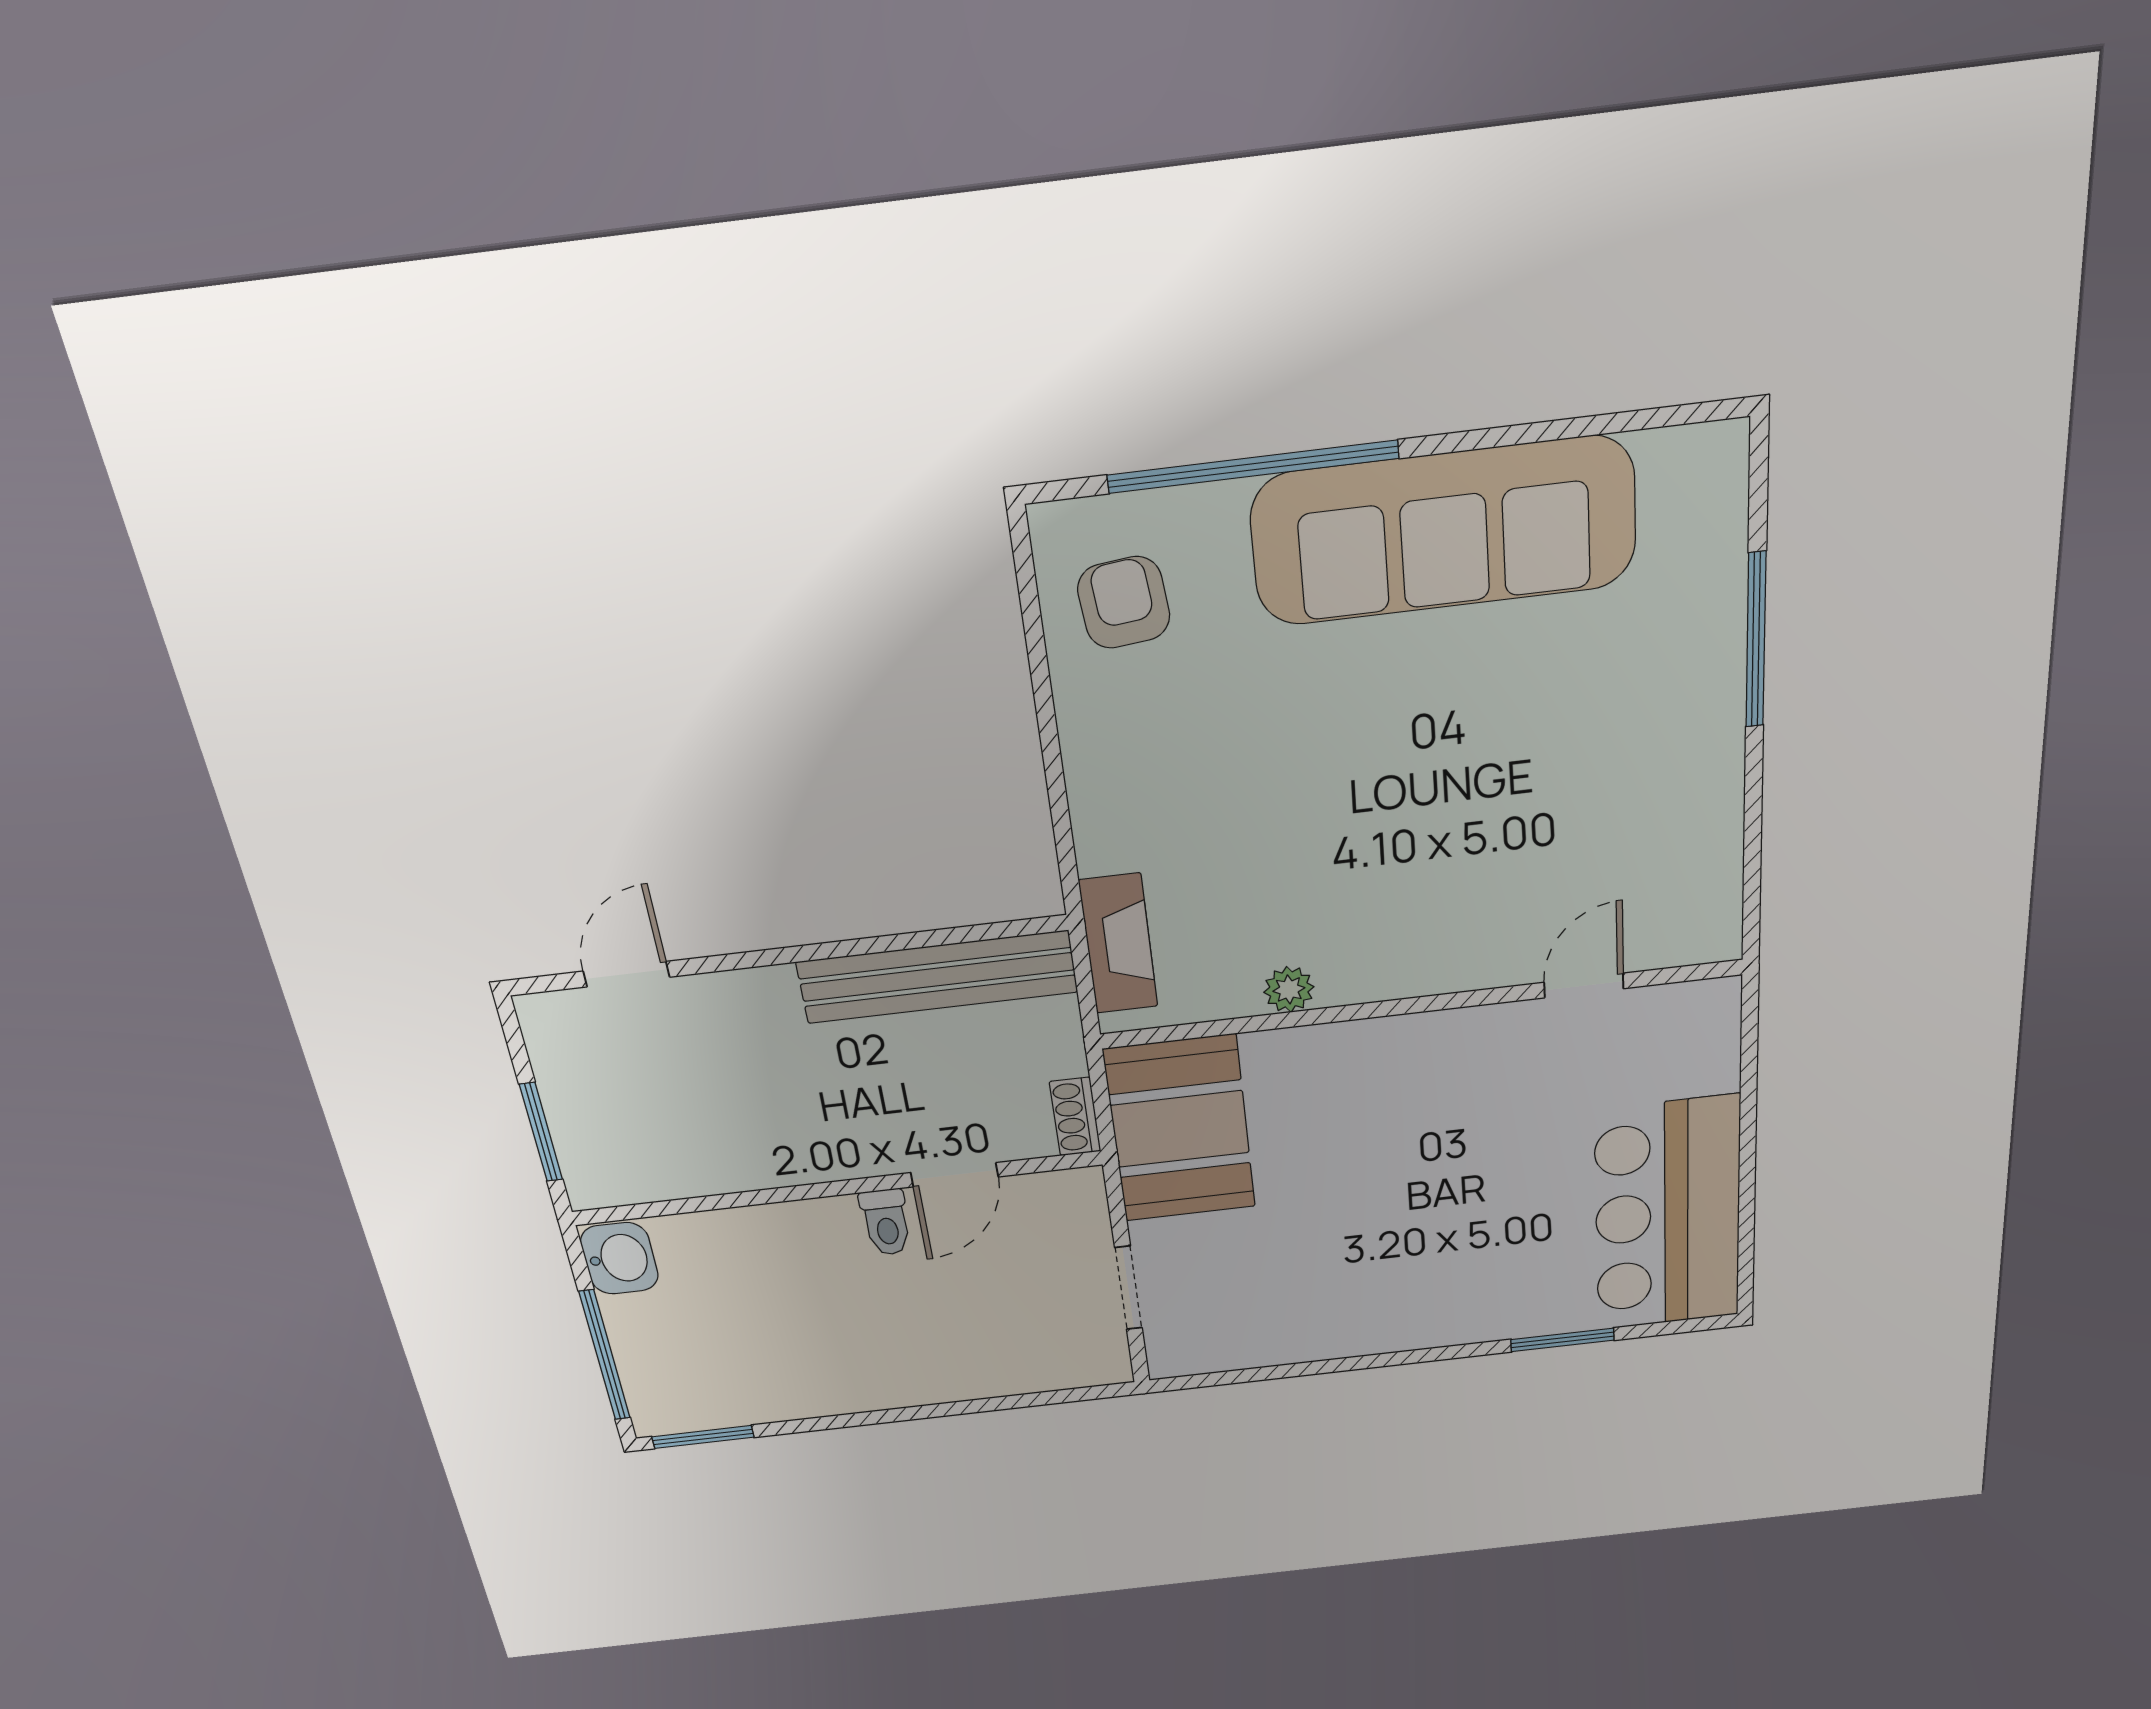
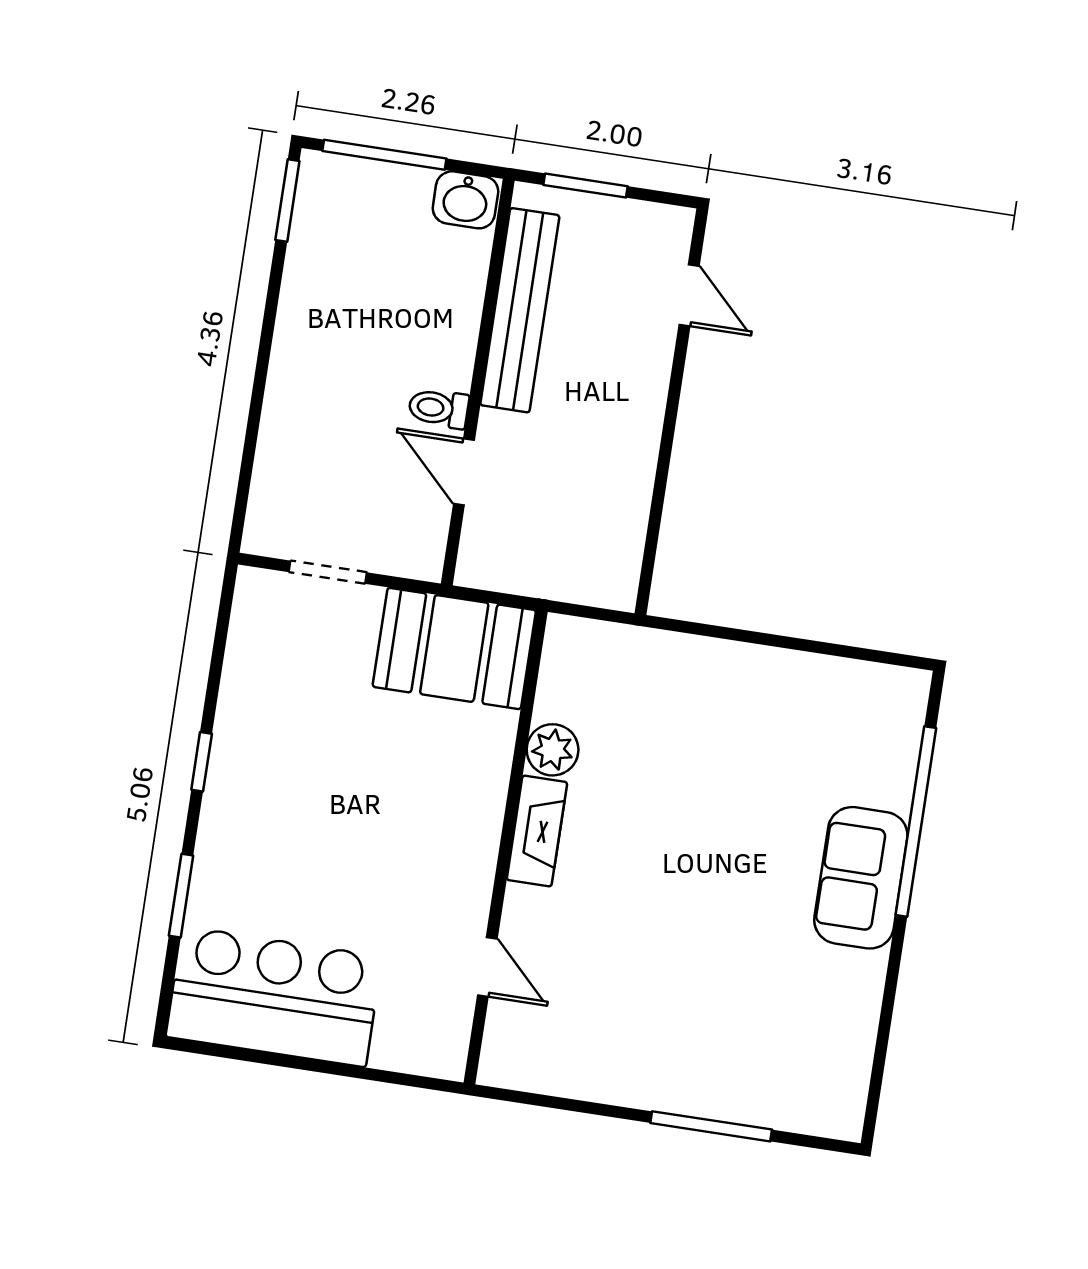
sofa: (1444, 531) -> (861, 878), width x0.54, depth x0.79
armchair: (1124, 603) -> (853, 716), removed
fireplace: (1118, 944) -> (537, 831), moved, turned -90
bench: (937, 977) -> (520, 310), moved
plant: (1289, 989) -> (553, 750), width x1.38, depth x1.38
shoe rack: (1075, 1117) -> (487, 575), removed
window: (1396, 1359) -> (202, 762), added

